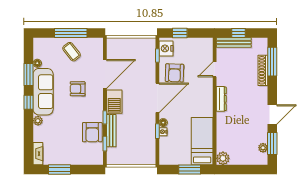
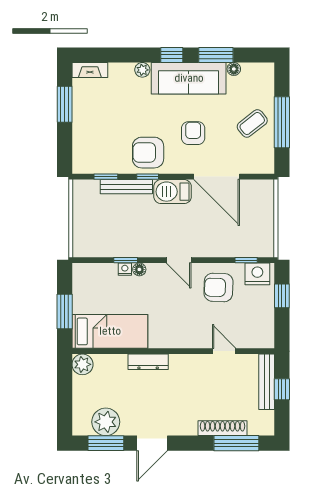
door: (157, 98) -> (179, 260), width x0.53
dresser: (221, 99) -> (148, 362), moved
door: (272, 115) -> (152, 443), hinge flipped
armchair: (92, 132) -> (148, 153), moved
plant: (263, 148) -> (106, 422), width x1.88, depth x1.88

